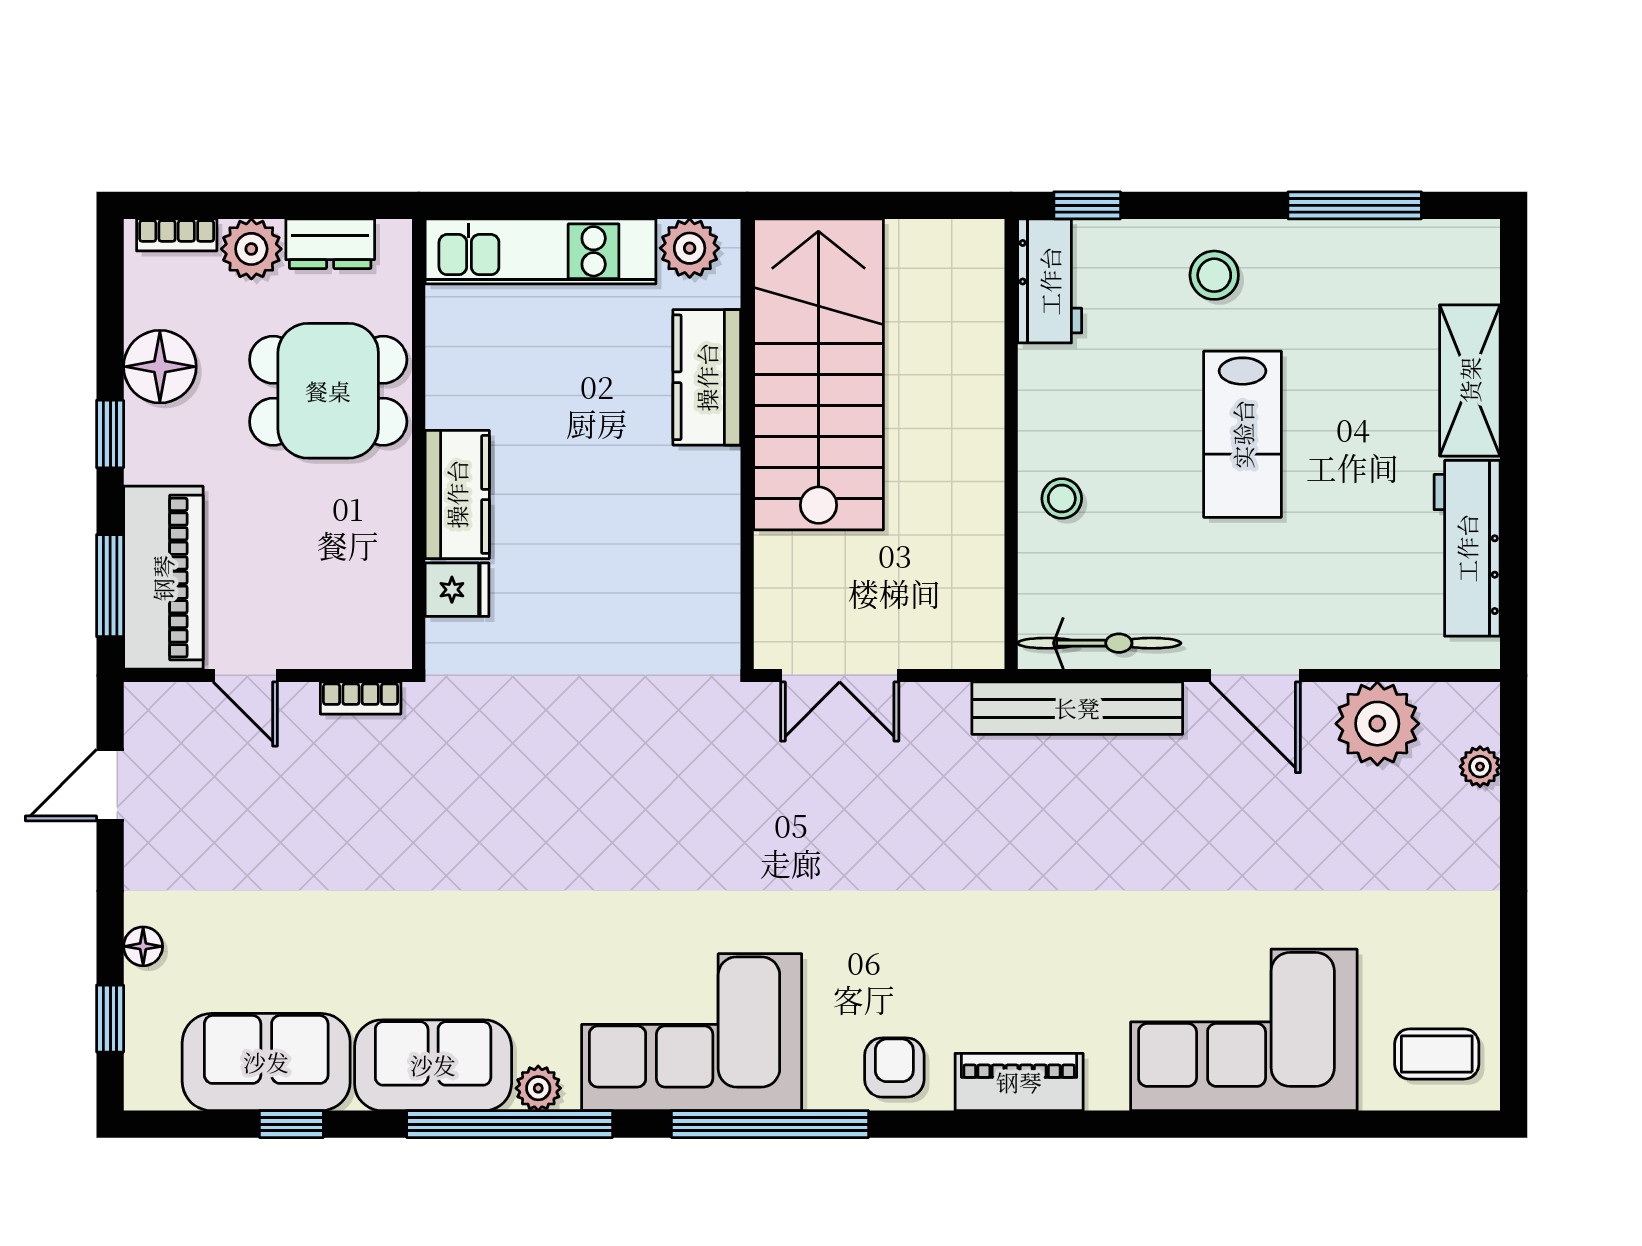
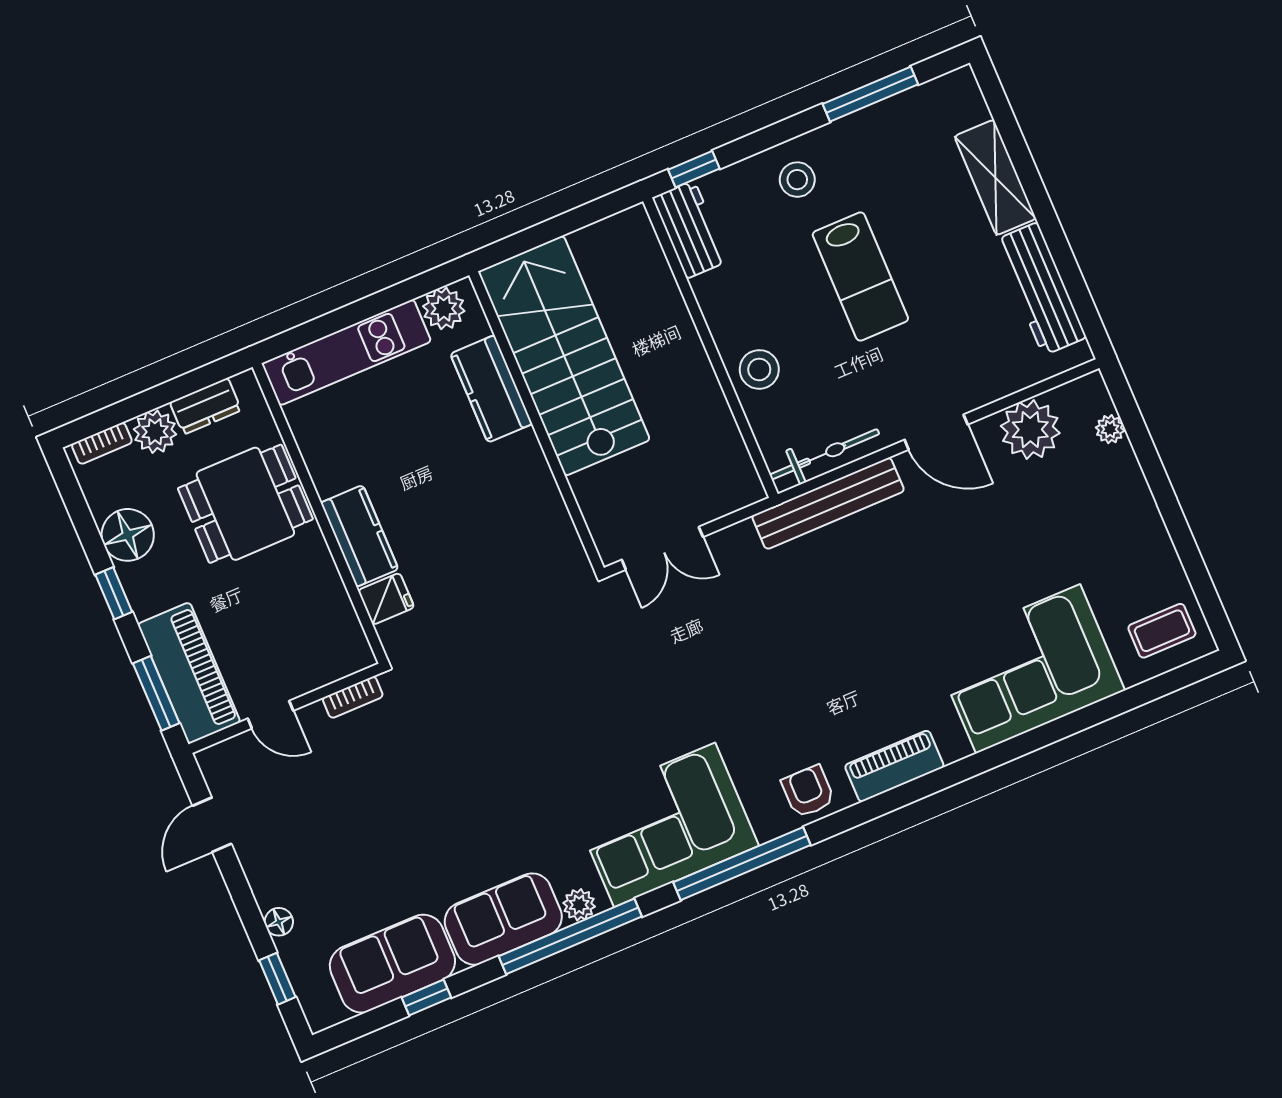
stool: (1062, 499) -> (759, 369), width x1.37, depth x1.37

